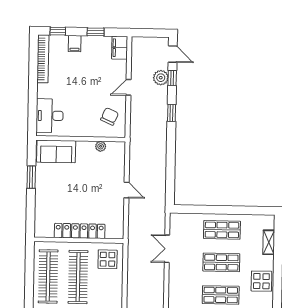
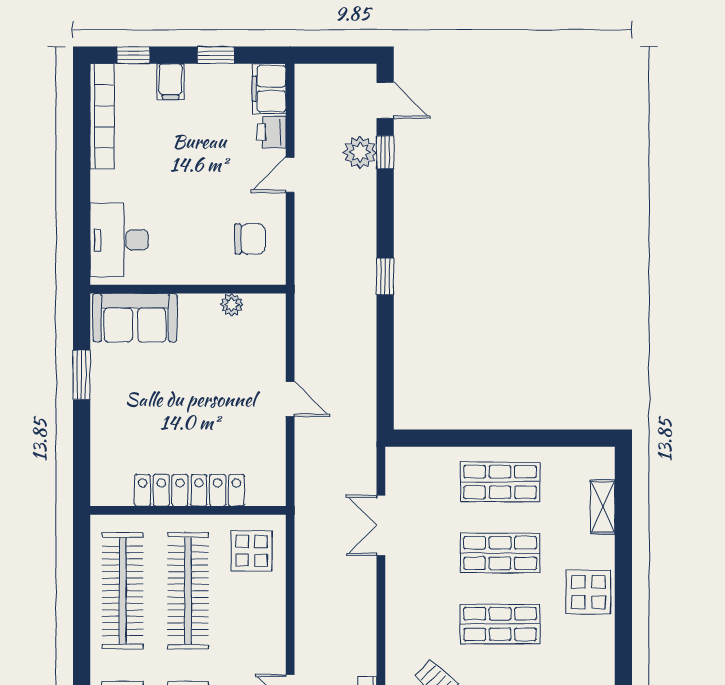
printer: (120, 68) -> (271, 132), added
window: (172, 113) -> (385, 276), moved
chair: (110, 116) -> (250, 239), turned 66

